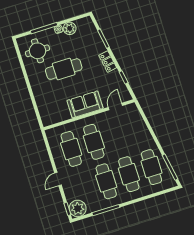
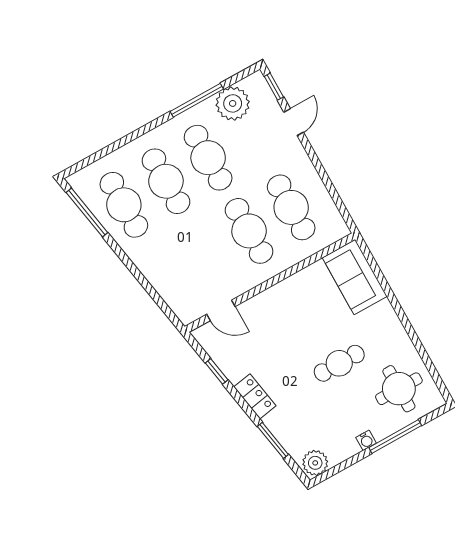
plant: (70, 28) -> (315, 463), moved
cafe table: (64, 69) -> (339, 363), width x0.73, depth x0.74
sofa: (85, 104) -> (355, 277), moved, turned 90
door: (115, 106) -> (221, 310), hinge flipped
door: (58, 179) -> (294, 122), moved
plant: (78, 208) -> (233, 103), moved

